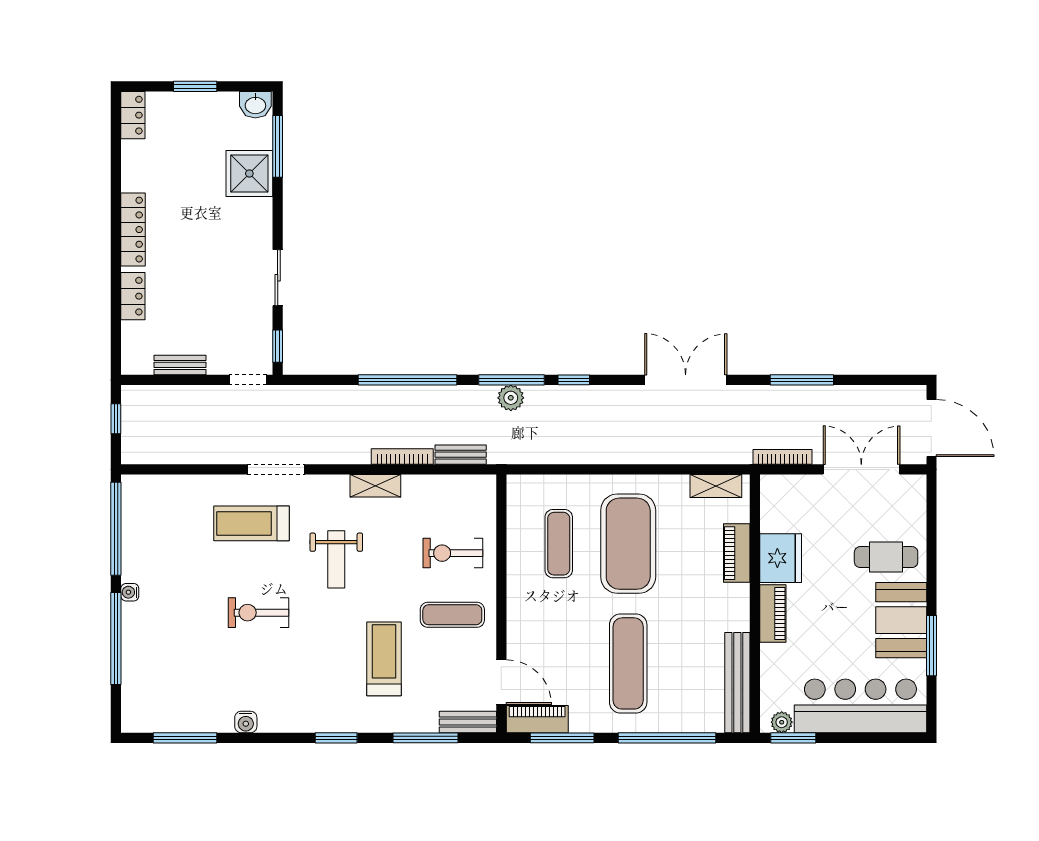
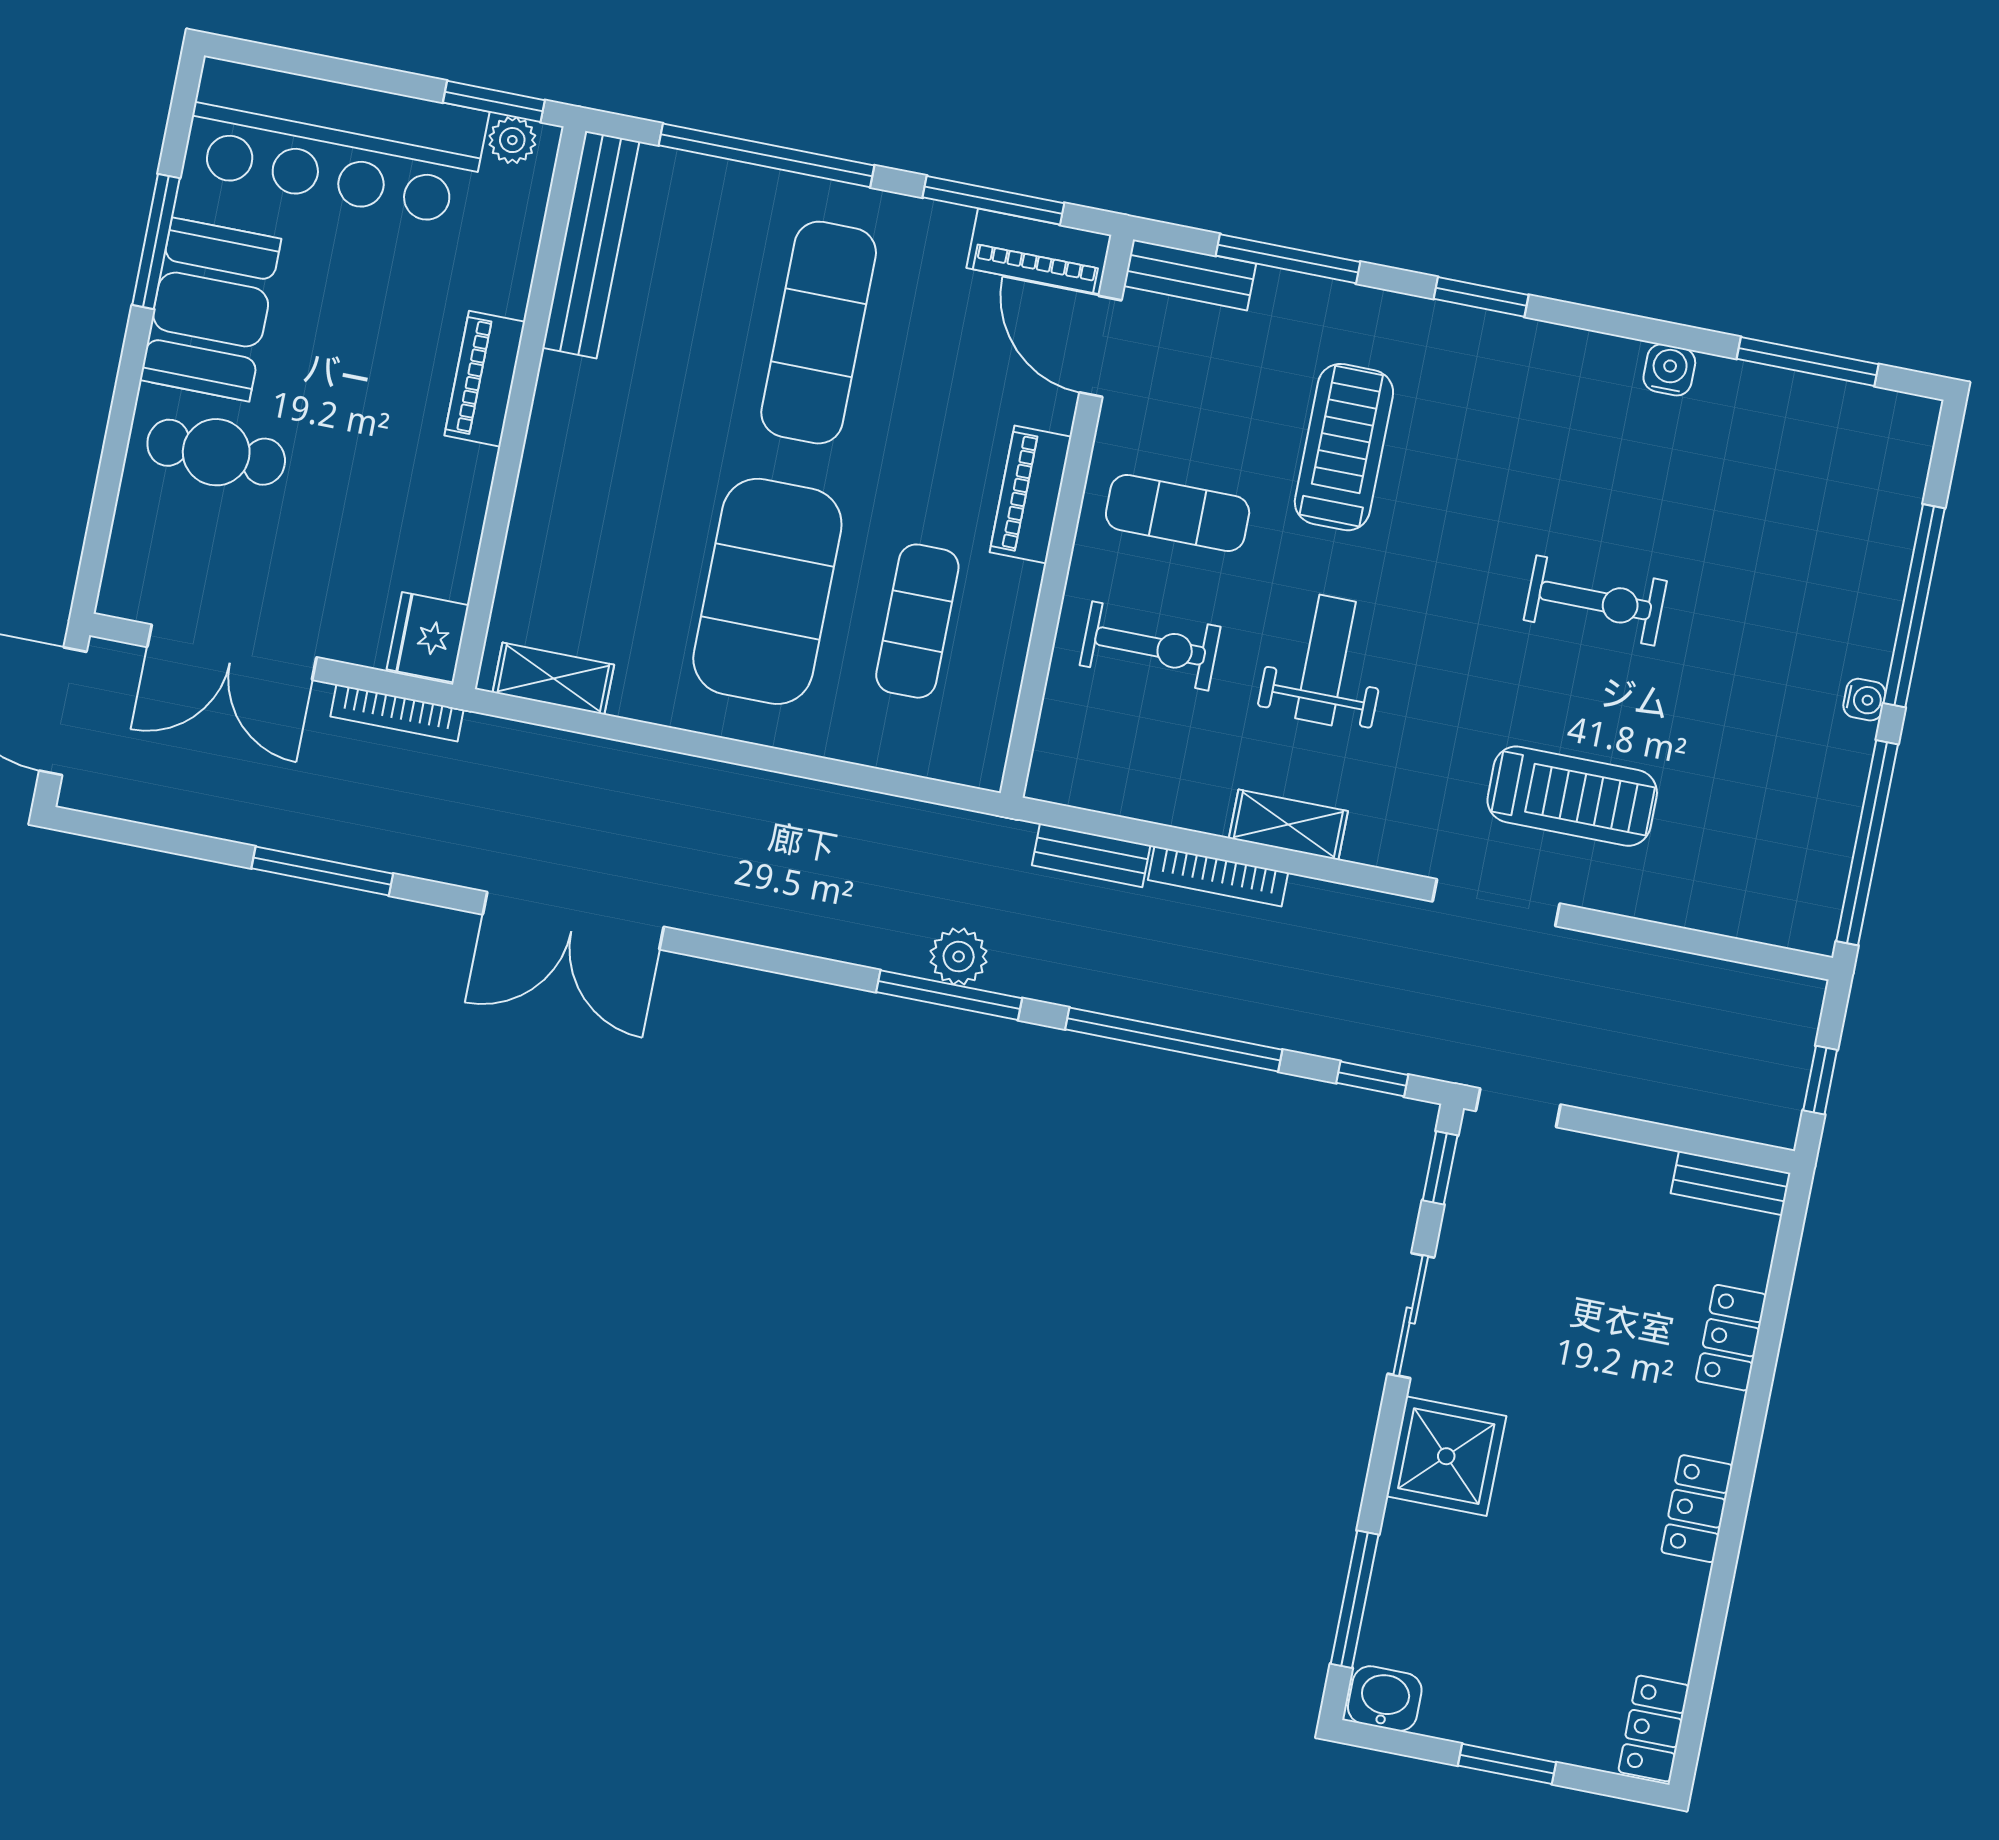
shower: (249, 173) -> (1446, 1456), moved
locker: (133, 230) -> (1697, 1509), width x0.66
bench: (180, 365) -> (1731, 1183), moved
window: (574, 380) -> (1372, 1079), moved
piano: (737, 553) -> (1031, 494), moved, turned 180
fridge: (781, 558) -> (428, 637), moved, width x0.73, depth x0.75
weight bench: (336, 559) -> (1325, 660), moved
treadmill: (384, 659) -> (1344, 447), turned 180

